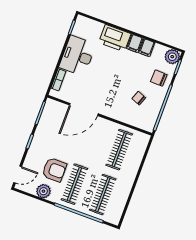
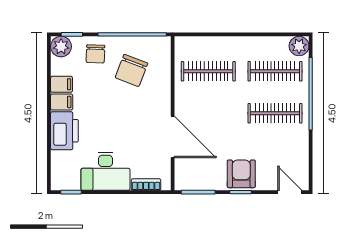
chair: (139, 98) -> (131, 70), width x1.87, depth x1.87
armchair: (54, 170) -> (241, 174), moved
plant: (43, 191) -> (299, 46), moved

